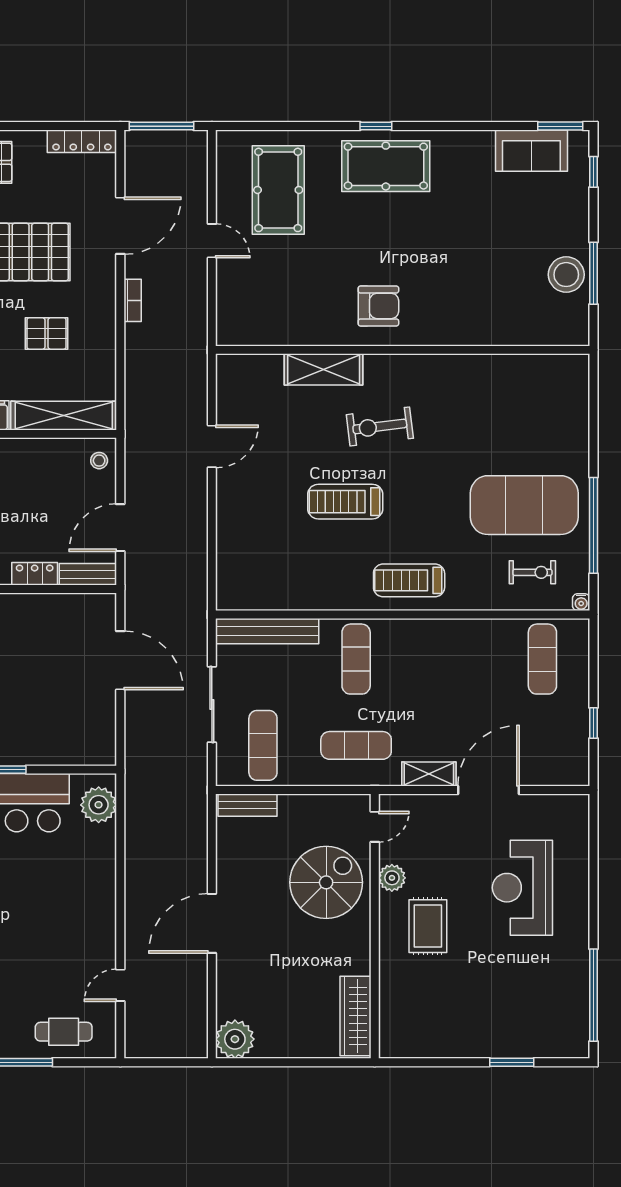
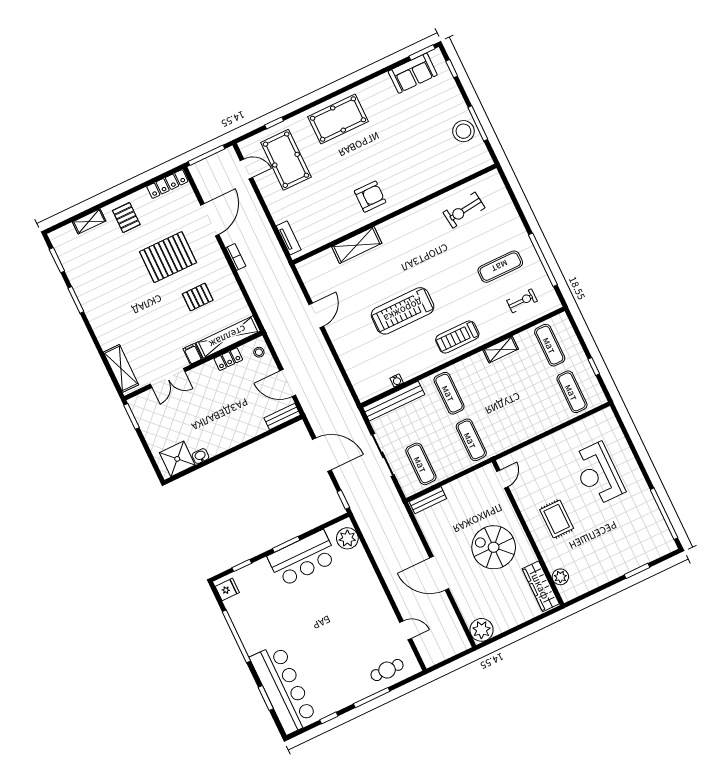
window: (376, 126) -> (274, 123), moved
door: (212, 241) -> (246, 169), moved
tv unit: (226, 310) -> (289, 238), added
exercise bike: (380, 426) -> (464, 210), moved
treadmill: (345, 502) -> (403, 311), width x1.37, depth x1.38
exercise mat: (524, 505) -> (500, 267), width x0.50, depth x0.69
door: (120, 528) -> (288, 383), hinge flipped
locker: (35, 574) -> (228, 359), moved, turned 180
water cooler: (581, 602) -> (397, 380), moved
window: (120, 743) -> (343, 500), added
exercise mat: (356, 745) -> (471, 440), turned 90
exercise mat: (542, 745) -> (572, 392), added
shelving: (429, 774) -> (501, 350), moved
door: (488, 790) -> (554, 430), removed
plant: (392, 878) -> (560, 577), moved
spiral stairs: (326, 882) -> (494, 547), moved, turned -90
door: (212, 923) -> (439, 573), hinge flipped
door: (120, 985) -> (406, 630), swing flipped

